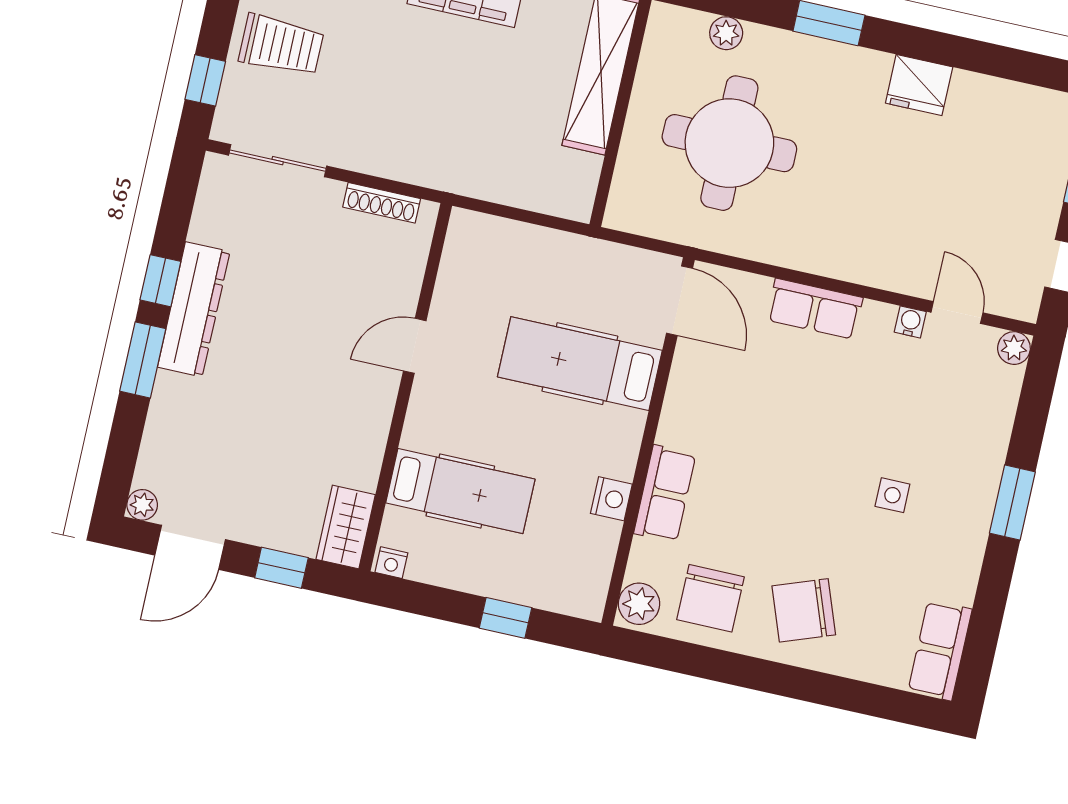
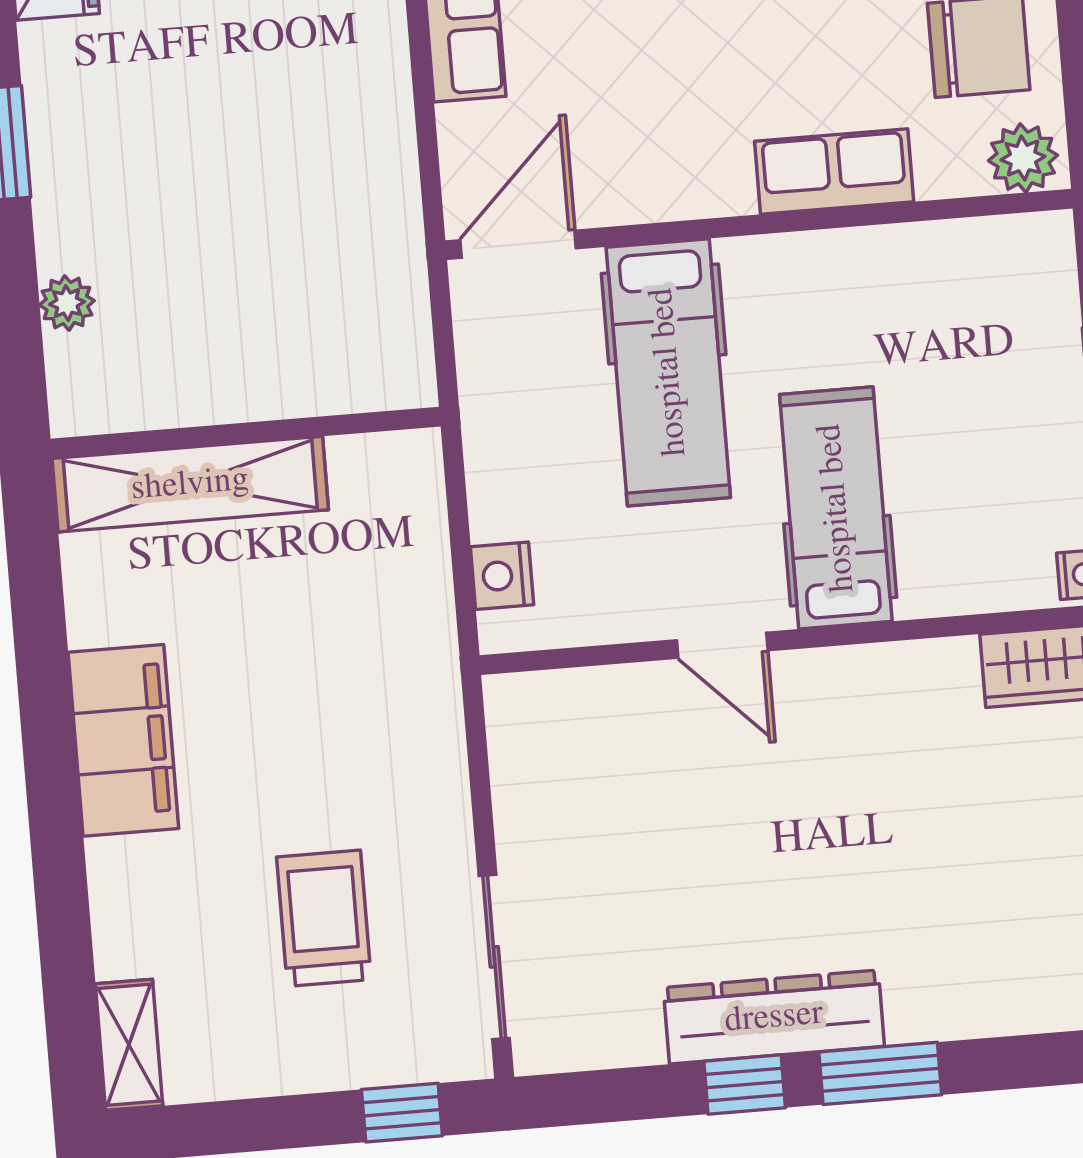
trolley: (281, 45) -> (324, 918), moved
round table: (729, 143) -> (241, 243), removed
shoe rack: (382, 203) -> (510, 770), removed
hospital bed: (460, 491) -> (836, 508), moved
nightstand: (611, 499) -> (502, 576), moved, turned -90

